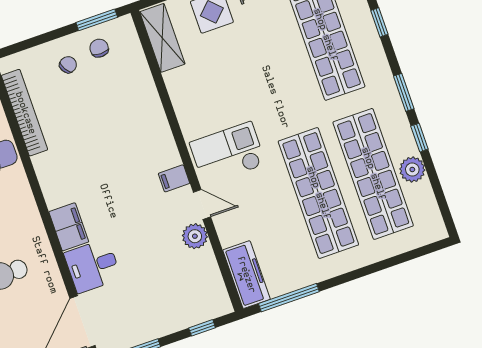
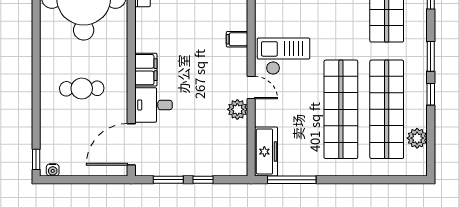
plant: (412, 170) -> (417, 138), moved
filing cabinet: (174, 178) -> (237, 39), moved
window: (202, 328) -> (203, 180), moved

